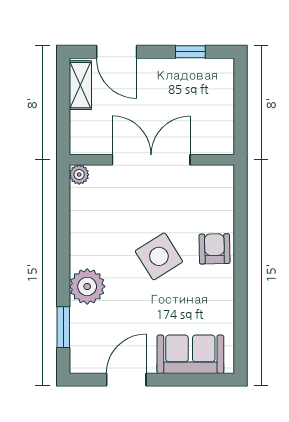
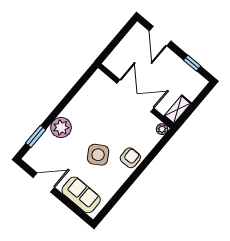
shelving: (80, 85) -> (178, 110), moved
plant: (79, 175) -> (162, 129), moved
side table: (159, 256) -> (98, 155), moved

